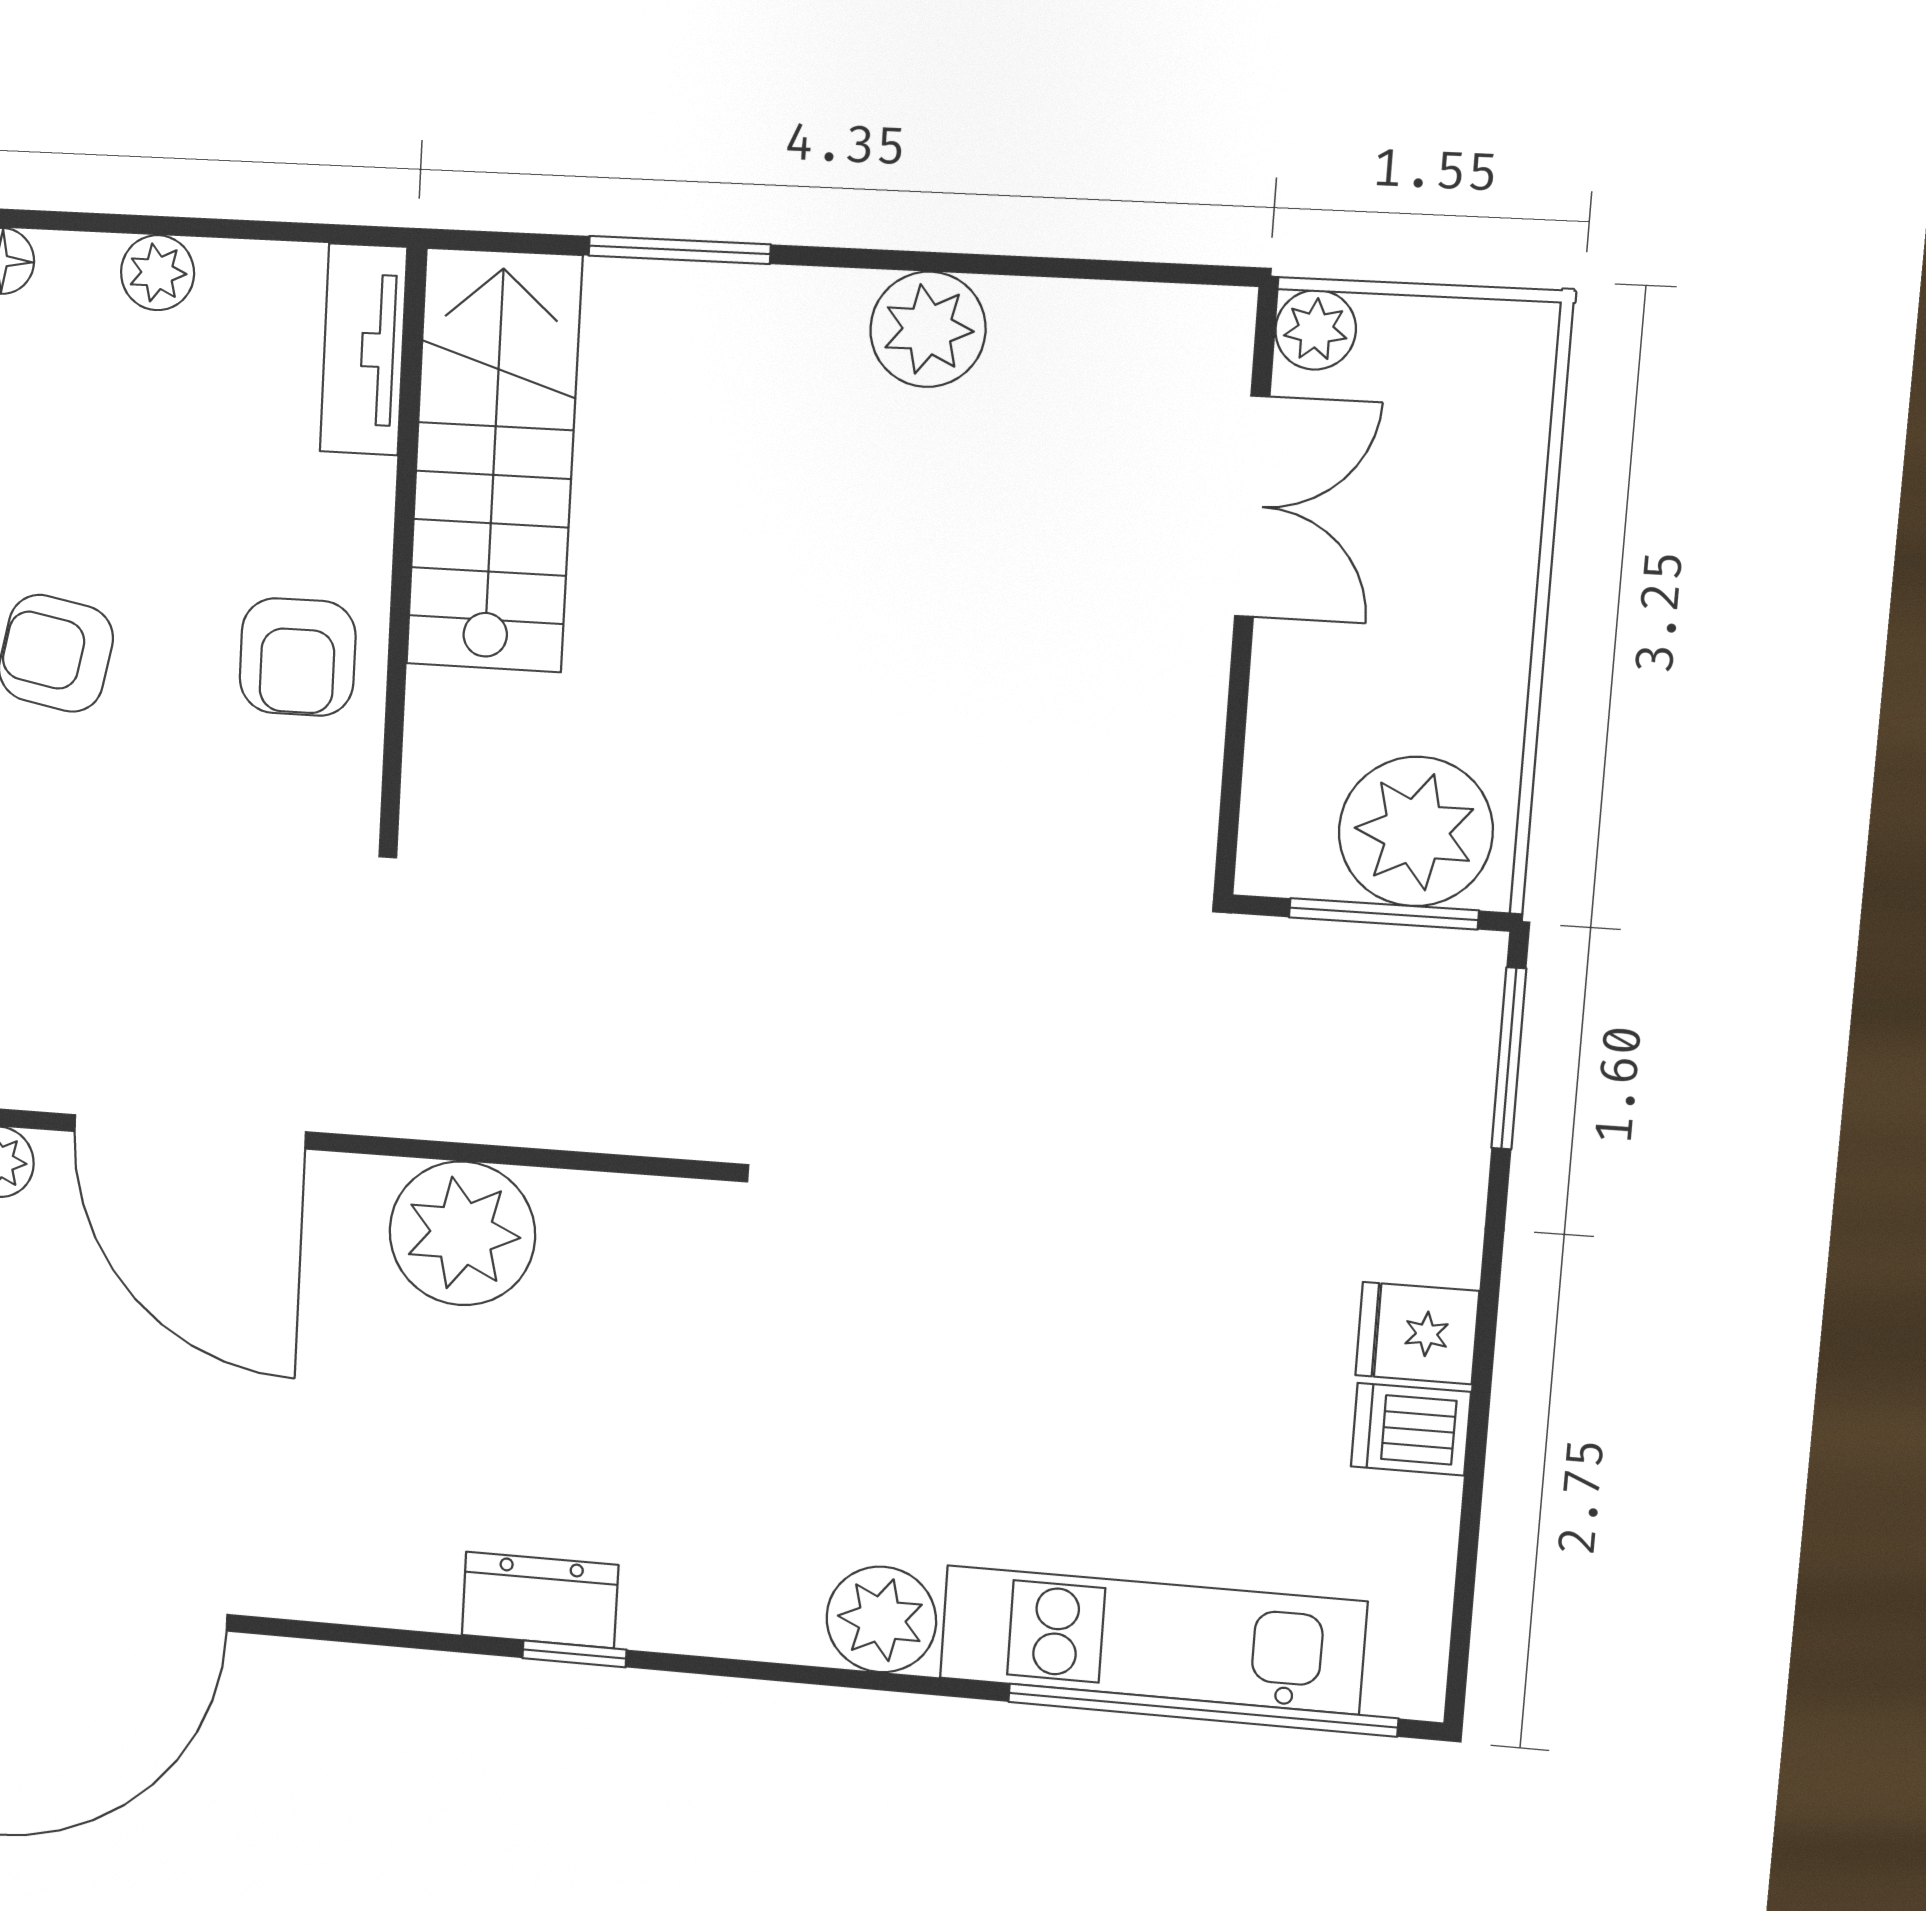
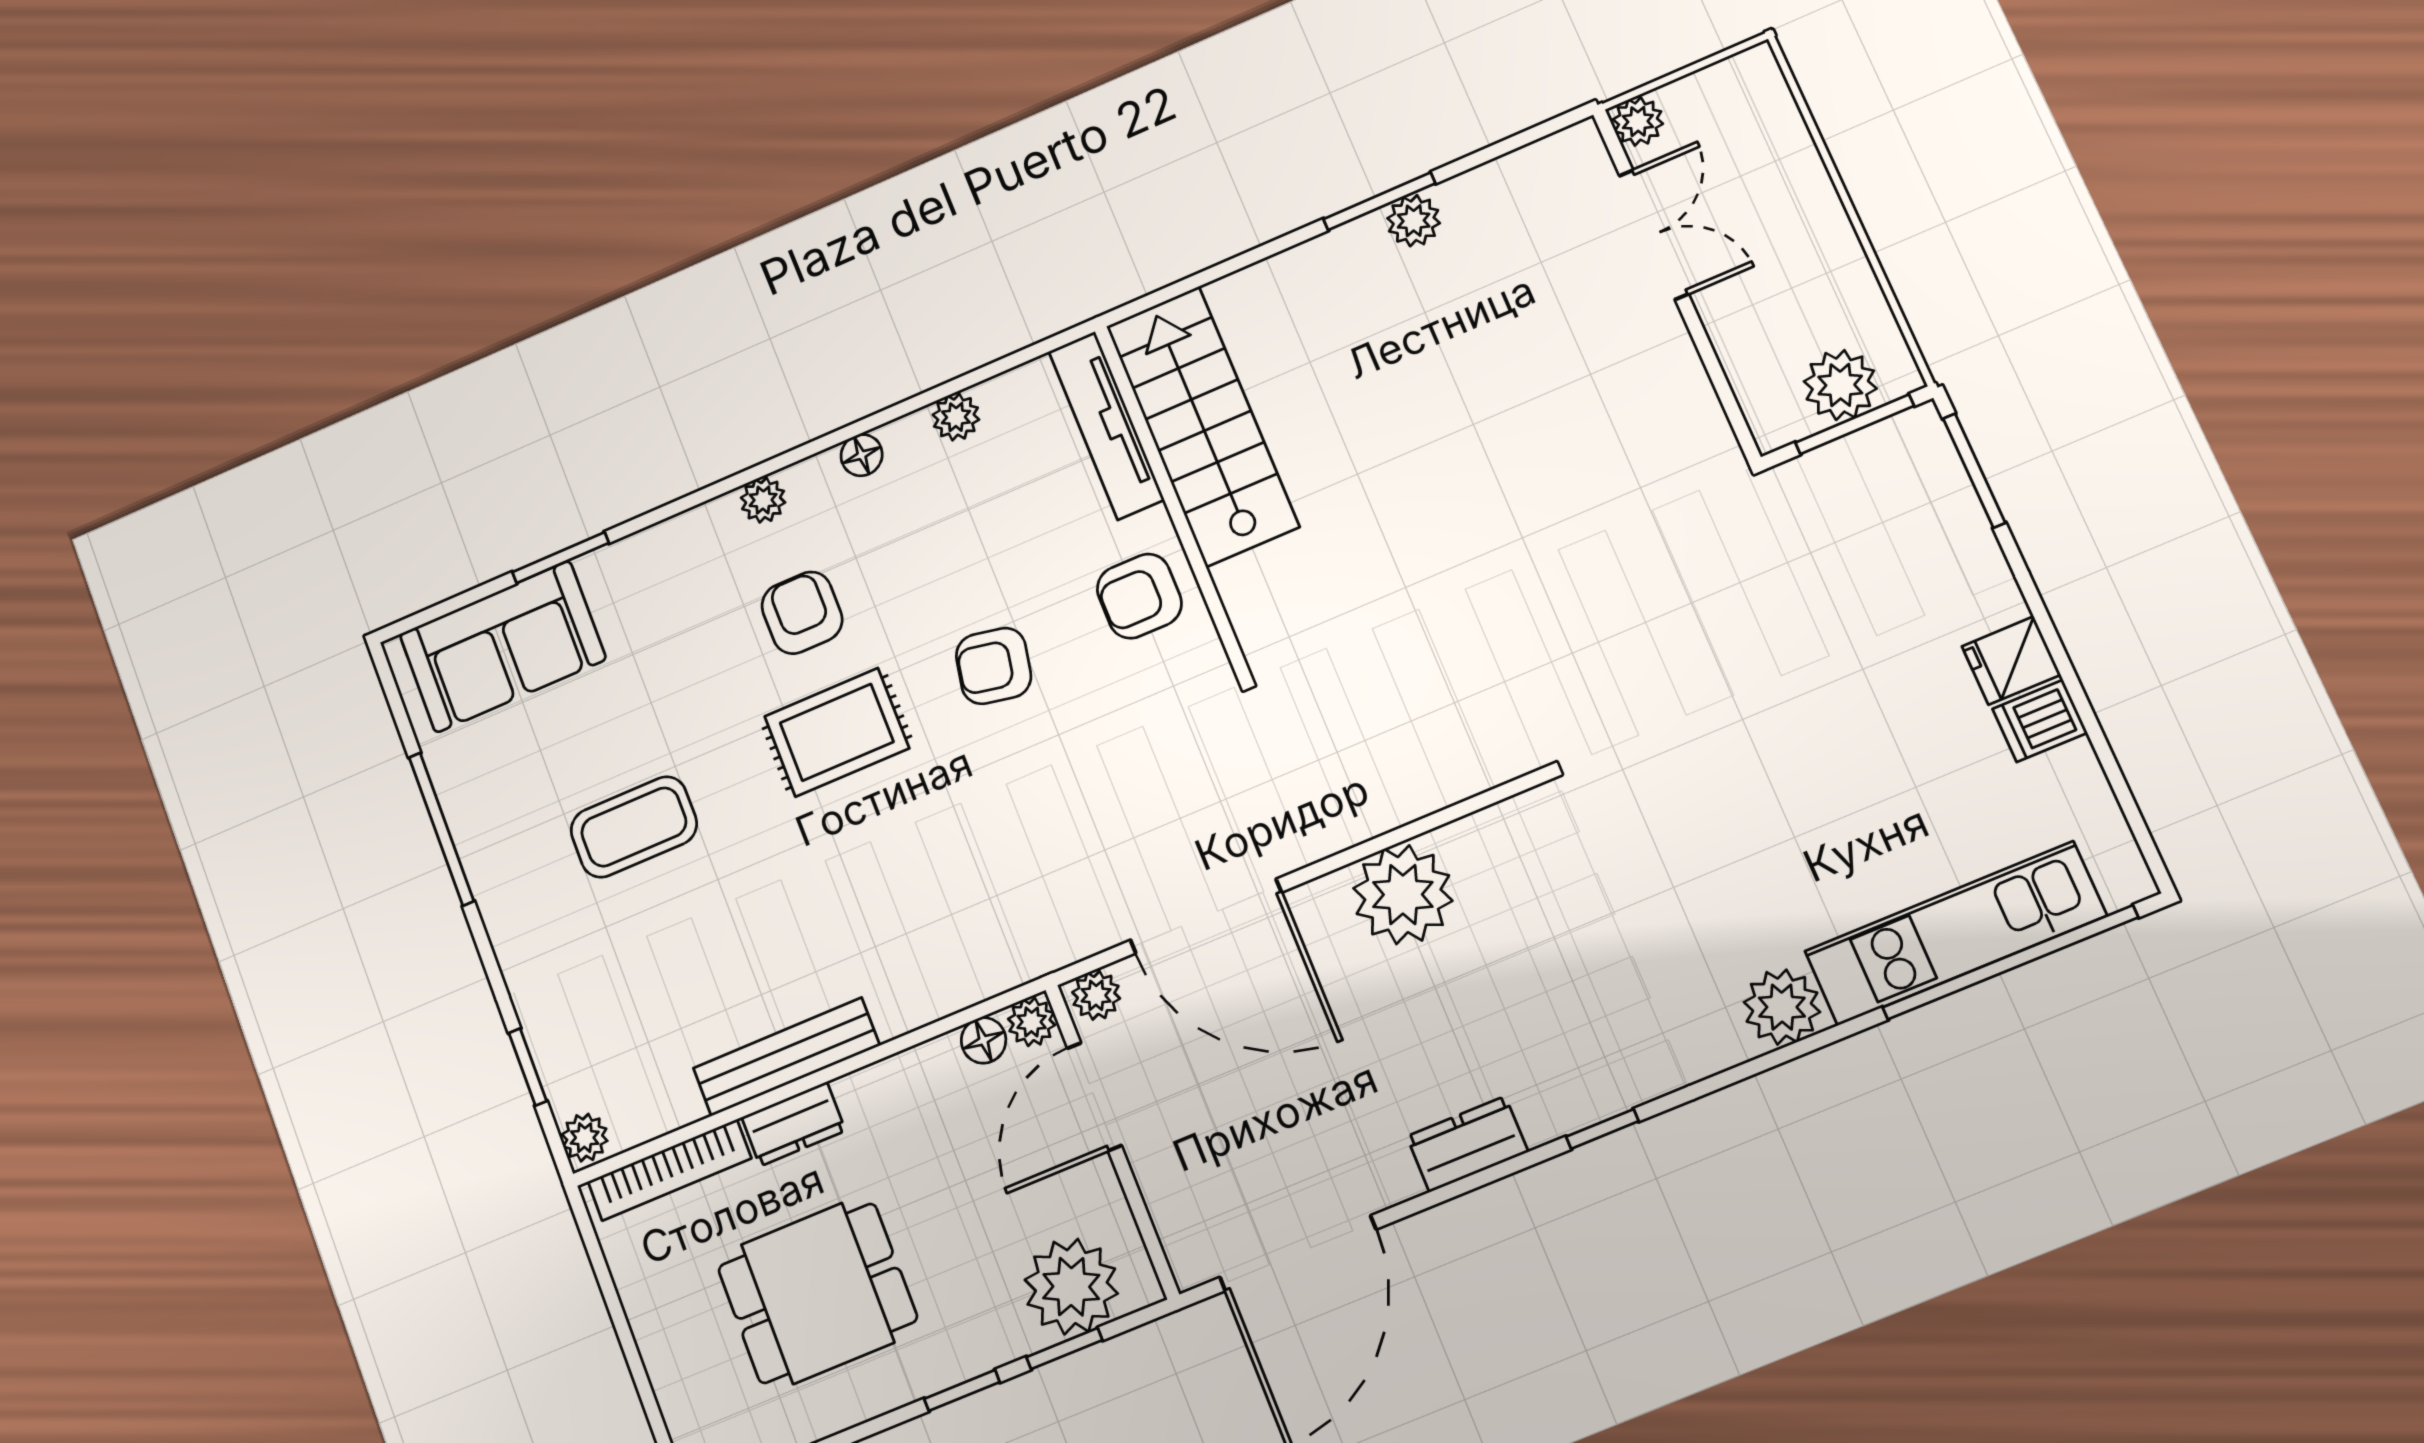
window: (679, 250) -> (1379, 201), moved
plant: (928, 329) -> (1414, 221), width x0.73, depth x0.73
tv unit: (363, 349) -> (1106, 425), width x1.41
armchair: (298, 657) -> (1139, 596), turned 90
plant: (1416, 832) -> (1840, 385), width x0.73, depth x0.73
dresser: (540, 1600) -> (1467, 1144), moved

